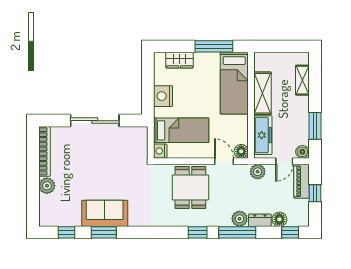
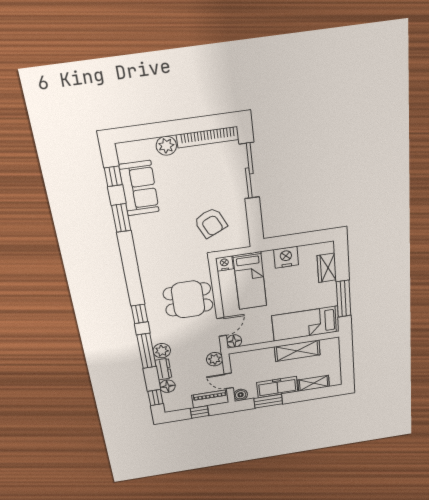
sliding door: (95, 121) -> (249, 171), moved
freezer: (263, 135) -> (277, 387), moved, turned 180
armchair: (120, 158) -> (211, 223), added
sofa: (105, 213) -> (139, 188), moved

